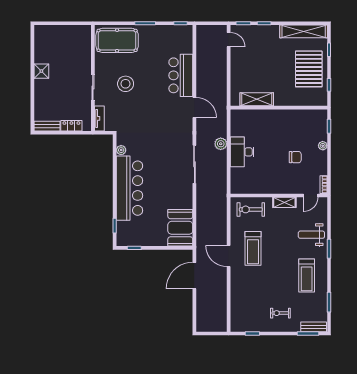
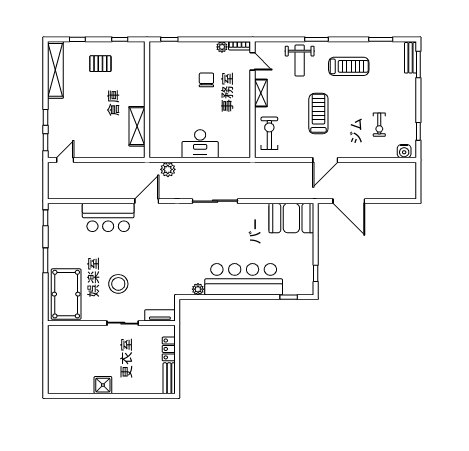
pallet: (309, 69) -> (100, 64), width x0.49, depth x0.50
plant: (221, 144) -> (168, 169), moved
plant: (323, 146) -> (222, 47), moved
exercise bike: (251, 209) -> (269, 133), turned 180
treadmill: (253, 248) -> (318, 114), moved, turned -90
exercise bike: (280, 313) -> (379, 125), moved
water cooler: (236, 322) -> (404, 151), added

